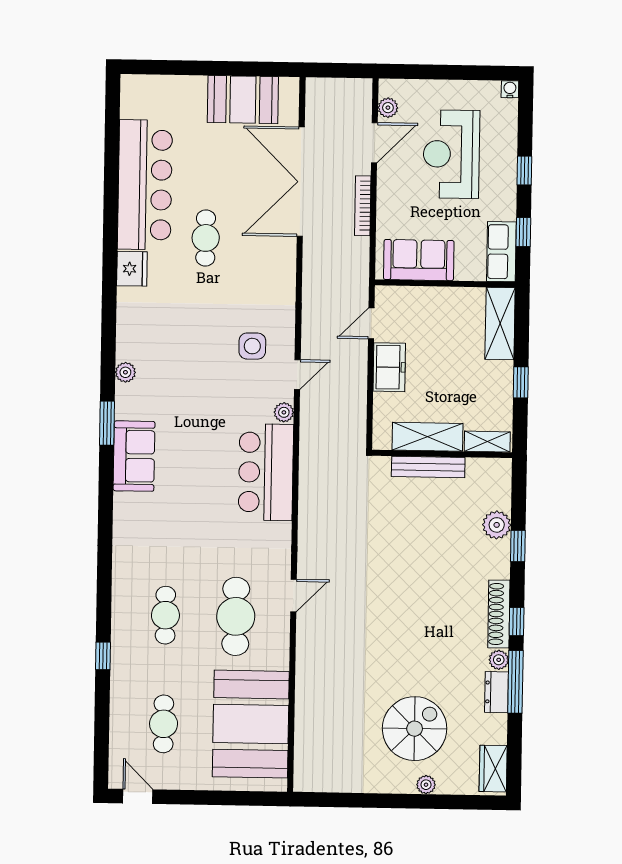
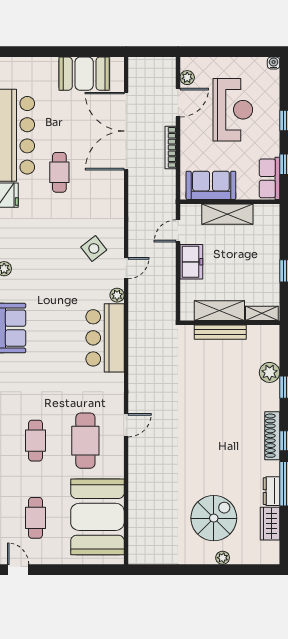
reception desk: (451, 154) -> (233, 110), turned 180
shelving: (500, 324) -> (227, 214), moved, turned 90
side table: (252, 346) -> (94, 248), turned -38
plant: (499, 660) -> (273, 468), removed
wardrobe: (493, 769) -> (270, 524), moved

